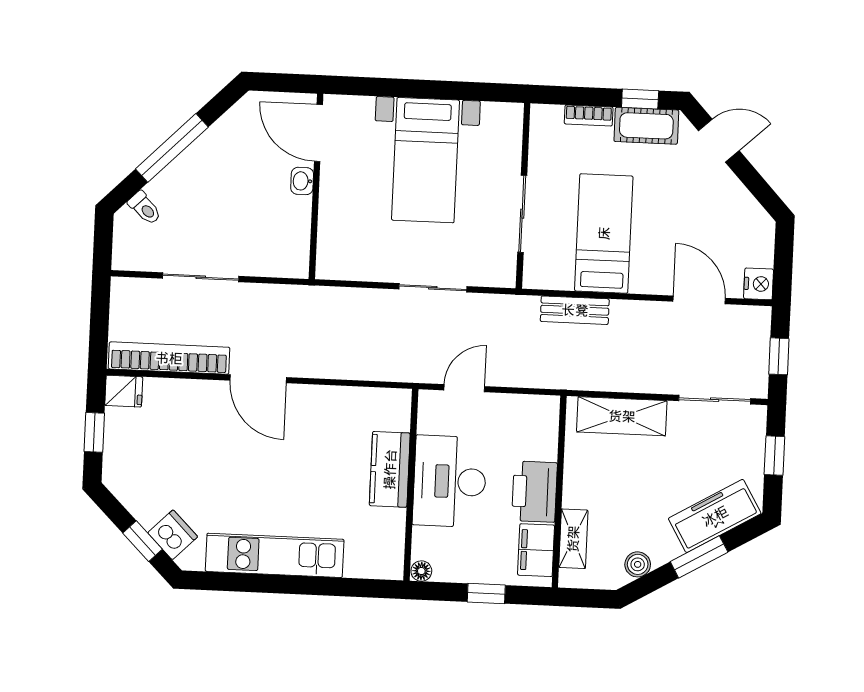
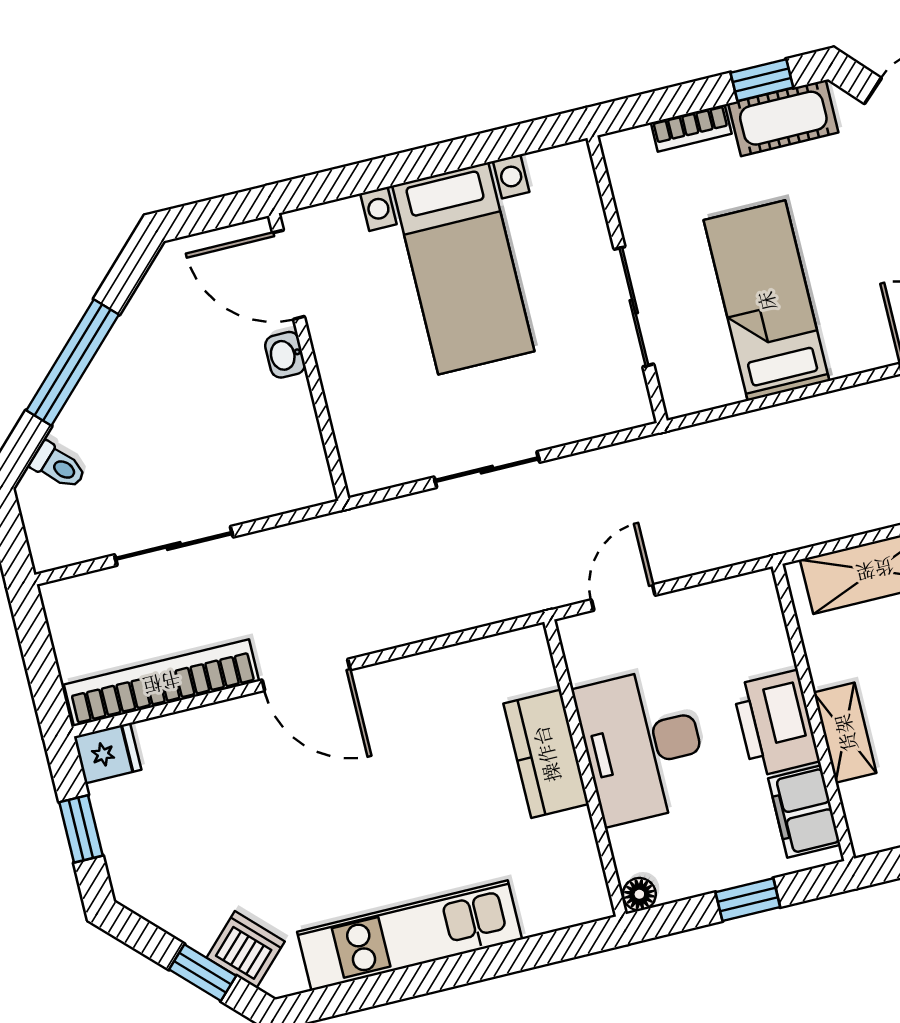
sliding door: (433, 288) -> (487, 470), moved
bench: (575, 310) -> (756, 430), removed
shelving: (573, 539) -> (845, 733), moved

